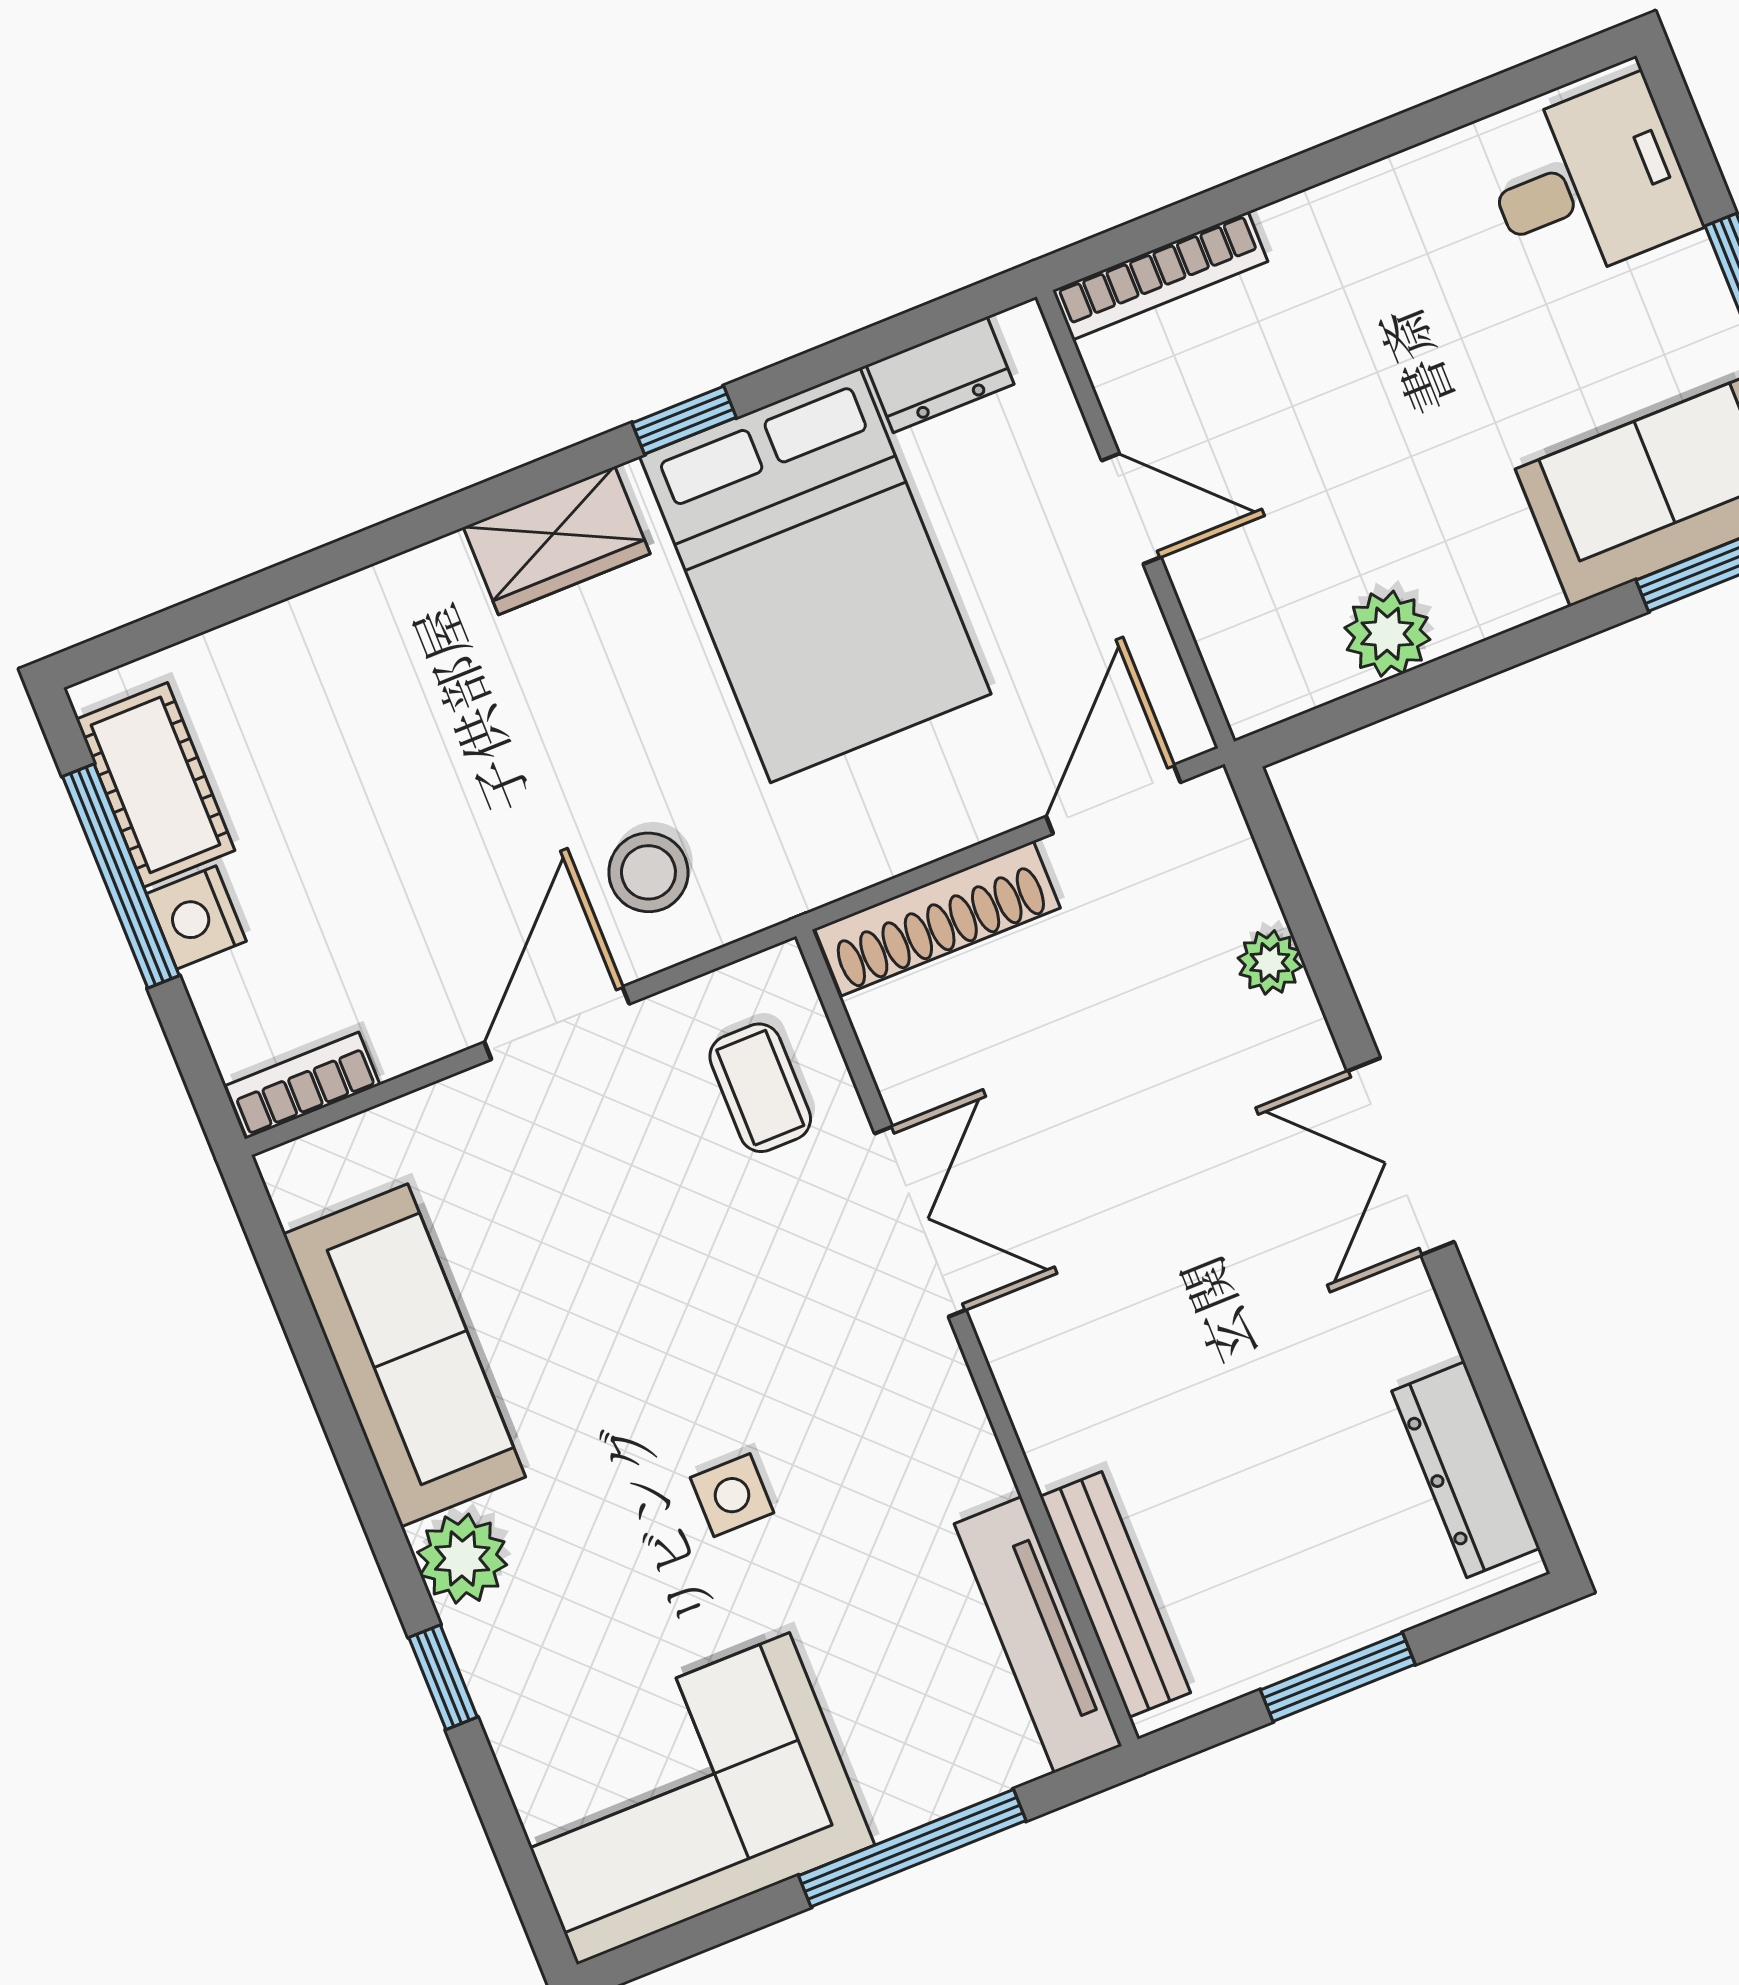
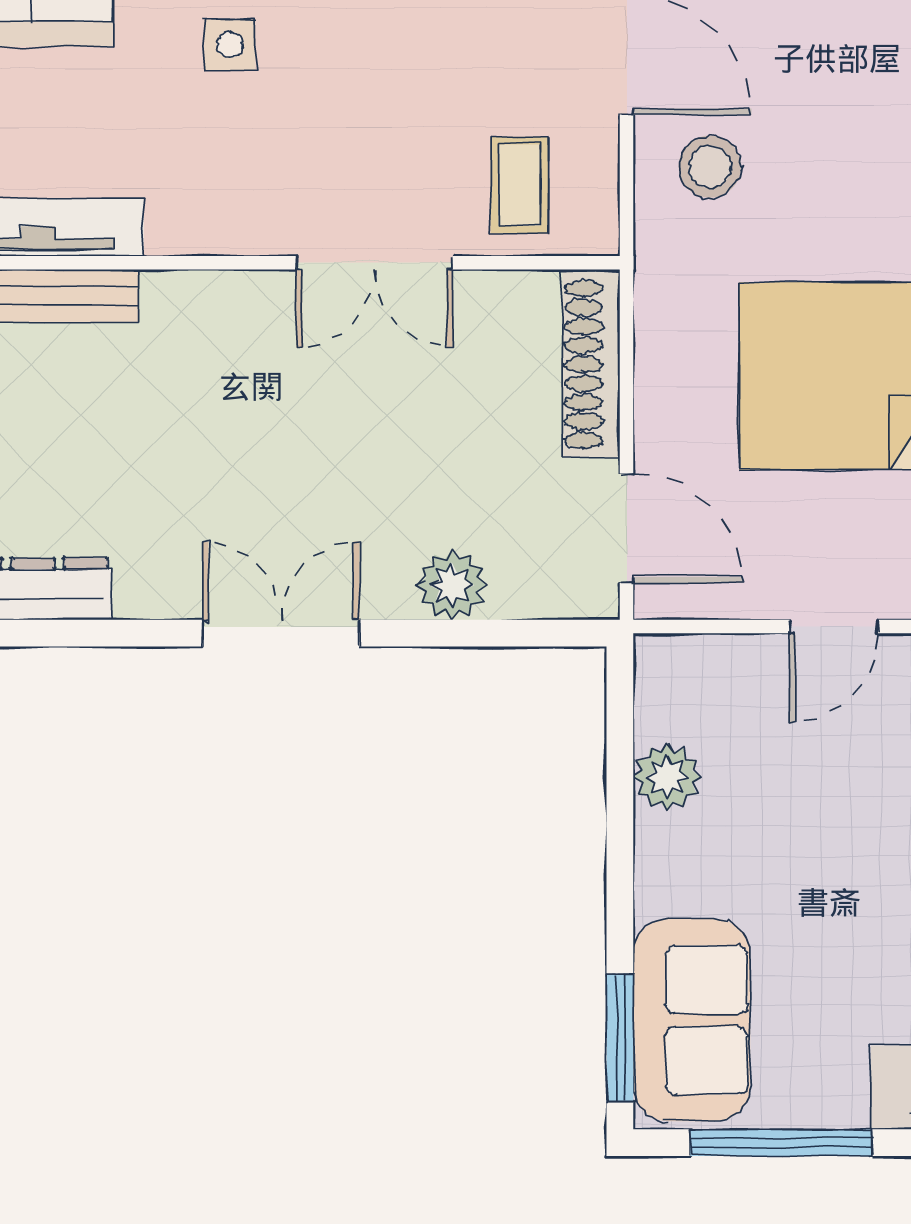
plant: (1270, 962) -> (452, 585), width x1.38, depth x1.38
coffee table: (760, 1088) -> (519, 185), turned 90

